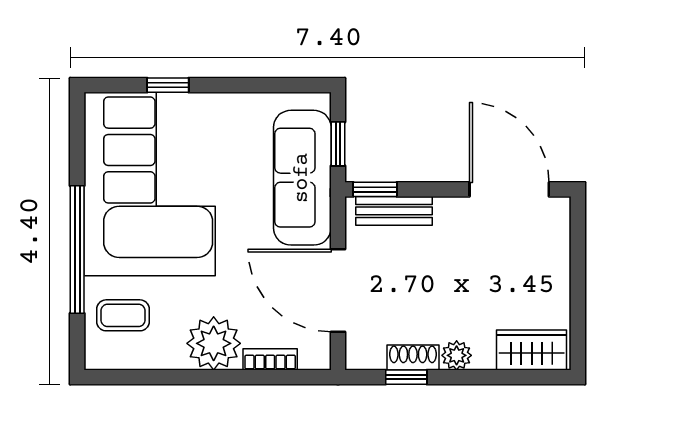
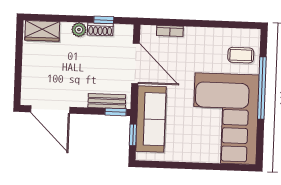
window: (168, 85) -> (215, 167), removed
plant: (214, 343) -> (197, 40), removed

